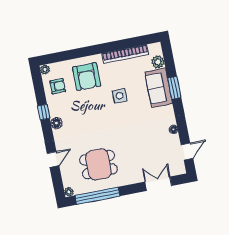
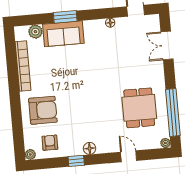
side table: (120, 96) -> (67, 77), removed

